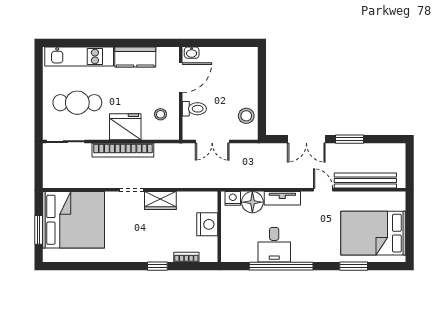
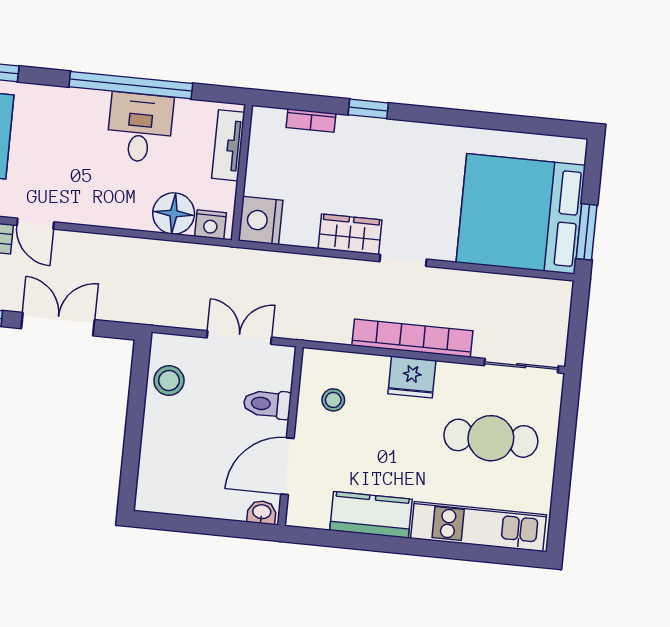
fridge: (125, 127) -> (412, 377), width x0.73, depth x0.75
tv unit: (282, 198) -> (228, 145), moved, turned -90
nightstand: (207, 224) -> (261, 220), moved
window: (39, 230) -> (587, 232), moved

